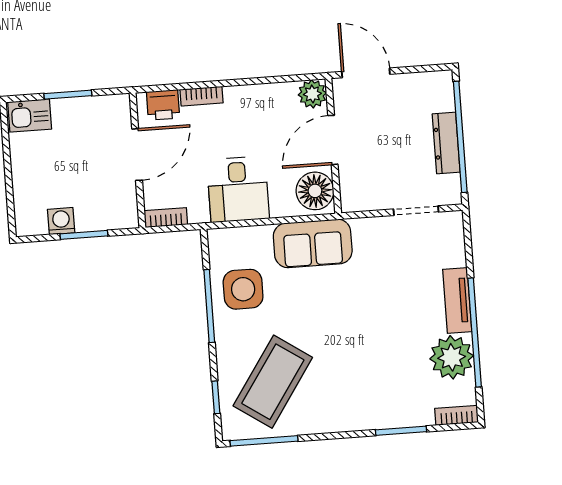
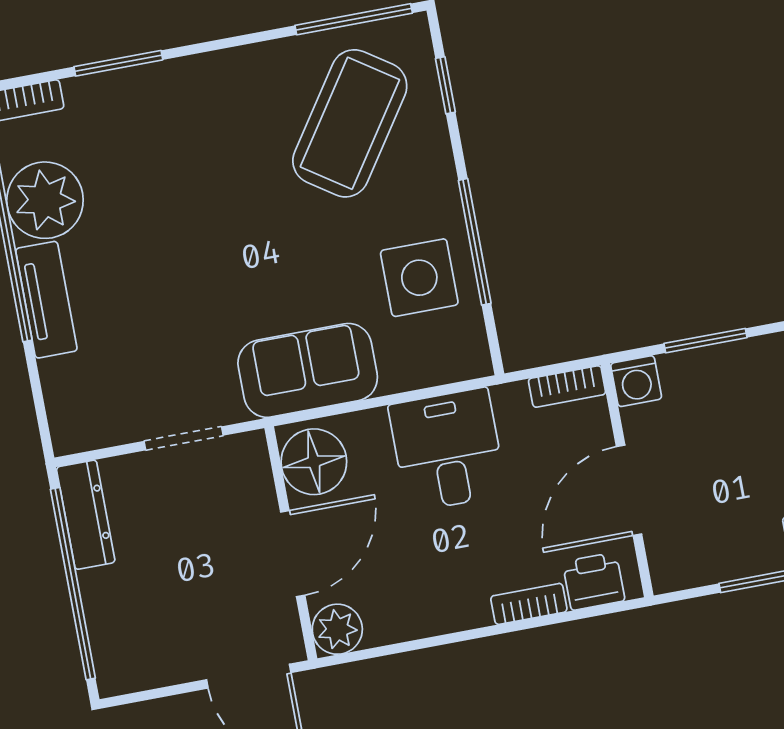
dresser: (446, 143) -> (86, 515), moved
doorway: (416, 211) -> (184, 438), moved
washing machine: (61, 221) -> (636, 381), moved

